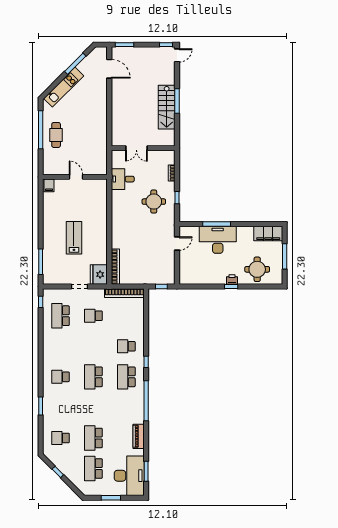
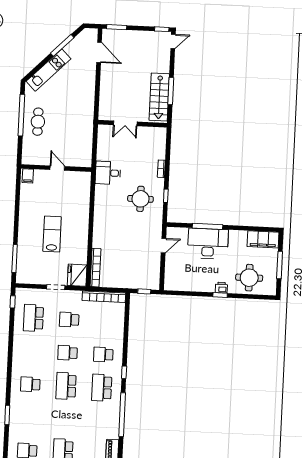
double door: (136, 148) -> (125, 123), moved
wall: (143, 148) -> (132, 124), moved
school desk: (93, 346) -> (68, 353), added

